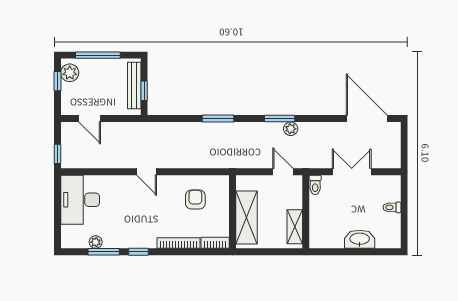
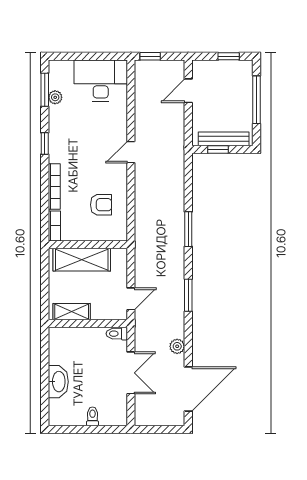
plant: (70, 73) -> (237, 69), removed
plant: (291, 129) -> (177, 346), moved
window: (104, 252) -> (45, 90), moved

